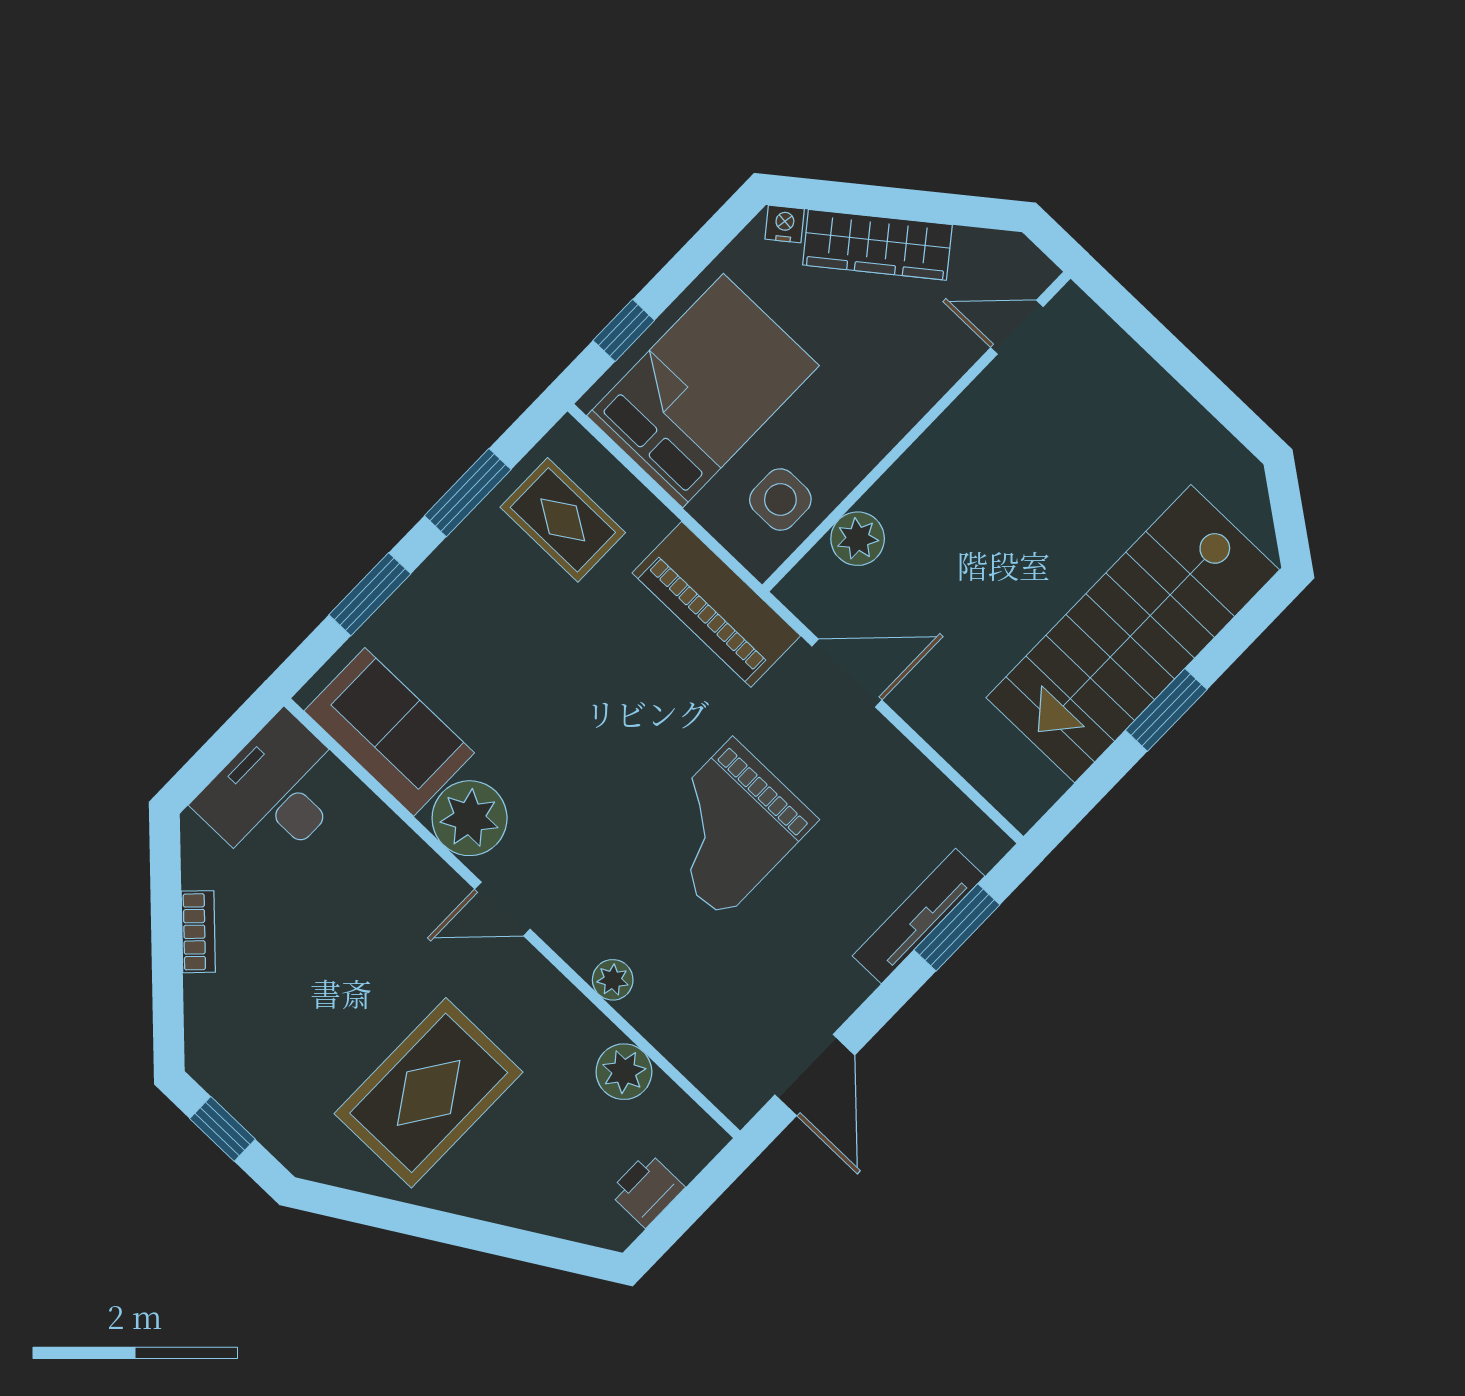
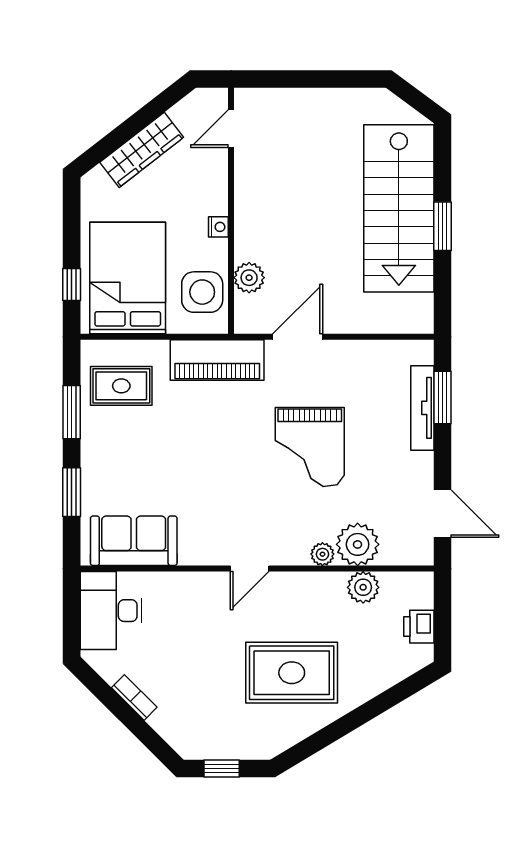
nightstand: (785, 224) -> (218, 227), moved, turned 128
side table: (780, 500) -> (202, 292), width x1.37, depth x1.37
plant: (470, 818) -> (358, 544), moved
rug: (429, 1093) -> (292, 673), turned 90

